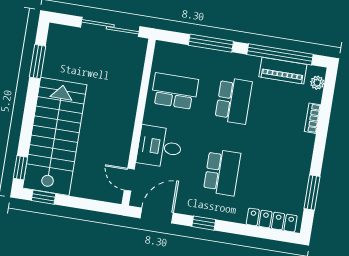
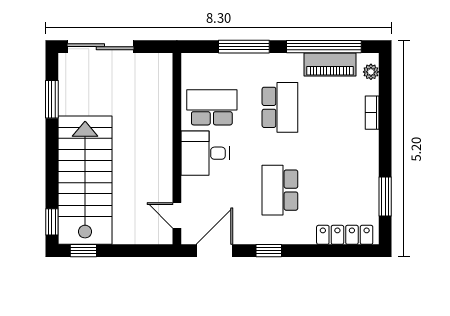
sliding door: (110, 27) -> (100, 47), moved
desk: (160, 147) -> (205, 153), moved
school desk: (222, 172) -> (280, 190), turned 180

